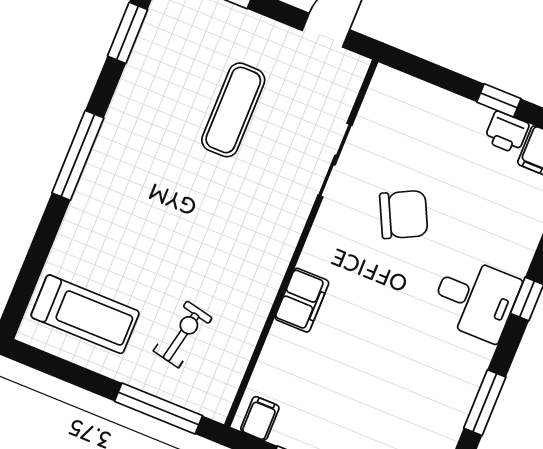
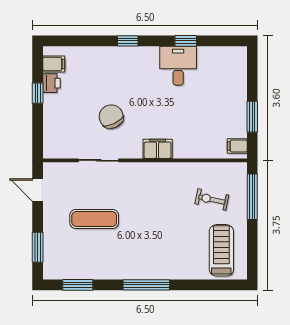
desk: (475, 299) -> (178, 66), moved
filing cabinet: (302, 300) -> (158, 149), moved
window: (485, 403) -> (186, 41), width x0.67

